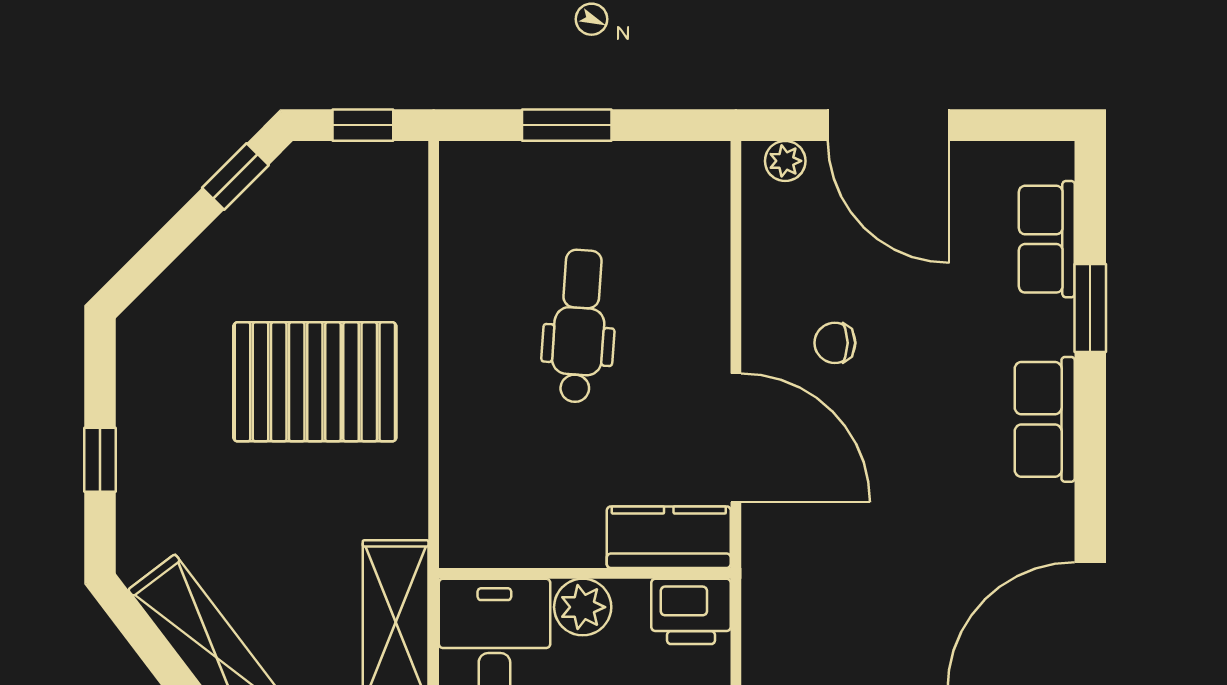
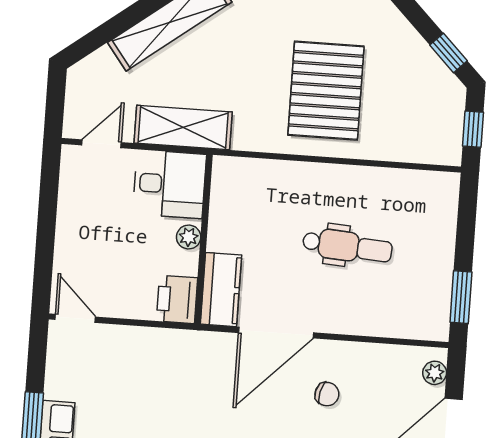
window: (567, 125) -> (461, 297), moved
chair: (835, 343) -> (327, 394), turned 104
plant: (583, 607) -> (189, 237), width x0.73, depth x0.73

